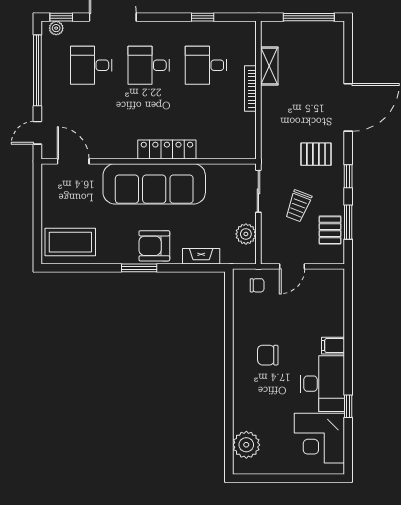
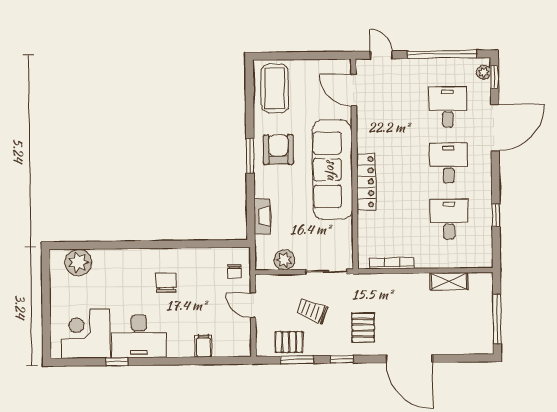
bookcase: (250, 89) -> (392, 263), moved
door: (73, 161) -> (354, 90), swing flipped
armchair: (154, 246) -> (278, 150), moved
filing cabinet: (333, 346) -> (204, 346), moved

